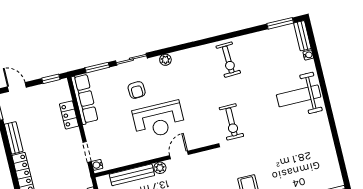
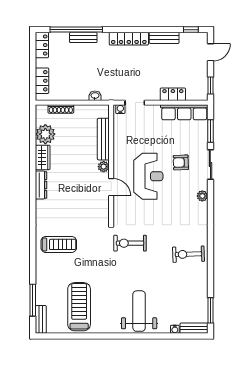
reception desk: (159, 120) -> (148, 176), turned 180
treadmill: (309, 158) -> (79, 307), added

